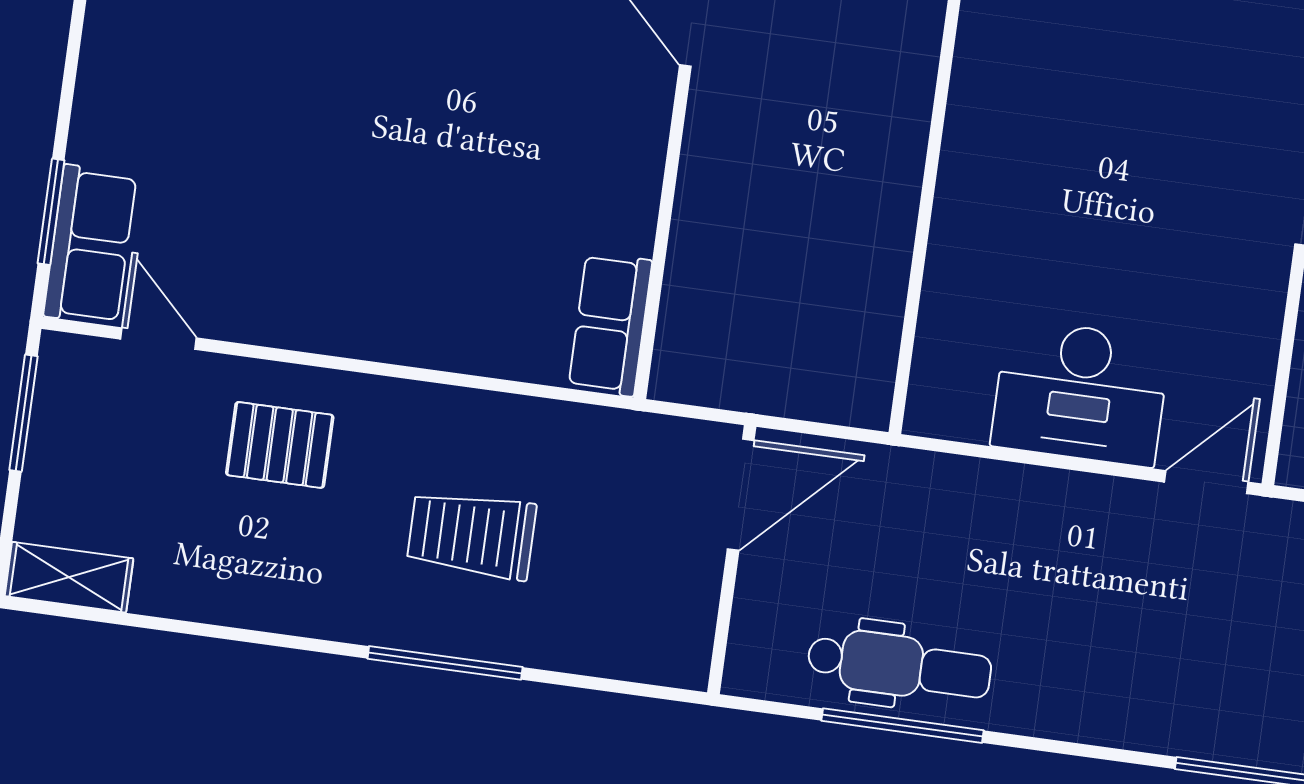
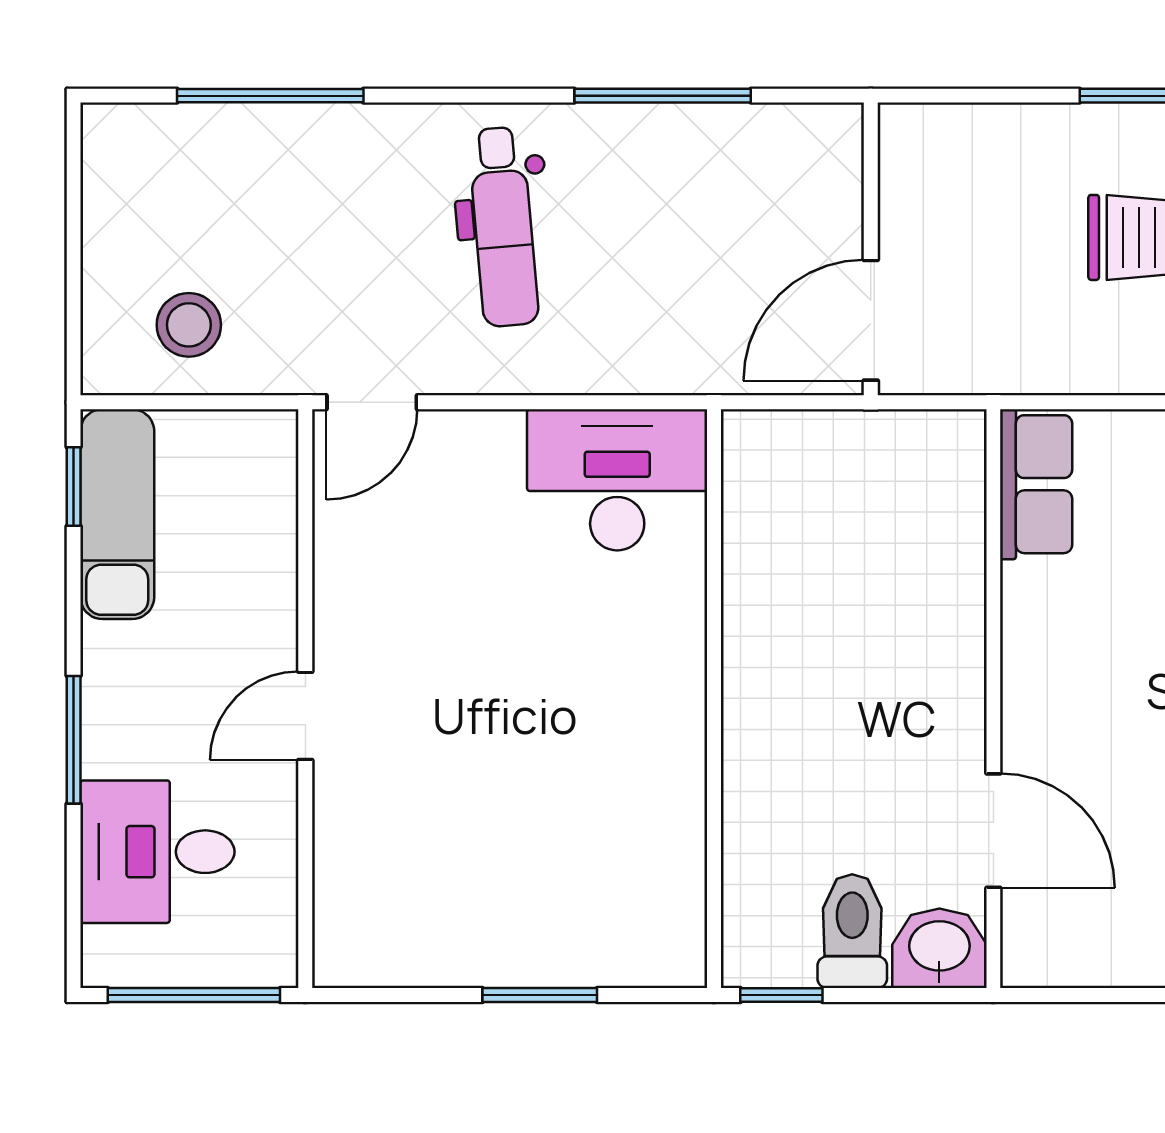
desk: (1080, 393) -> (617, 480), moved
dental chair: (899, 666) -> (503, 227), moved, turned -95

